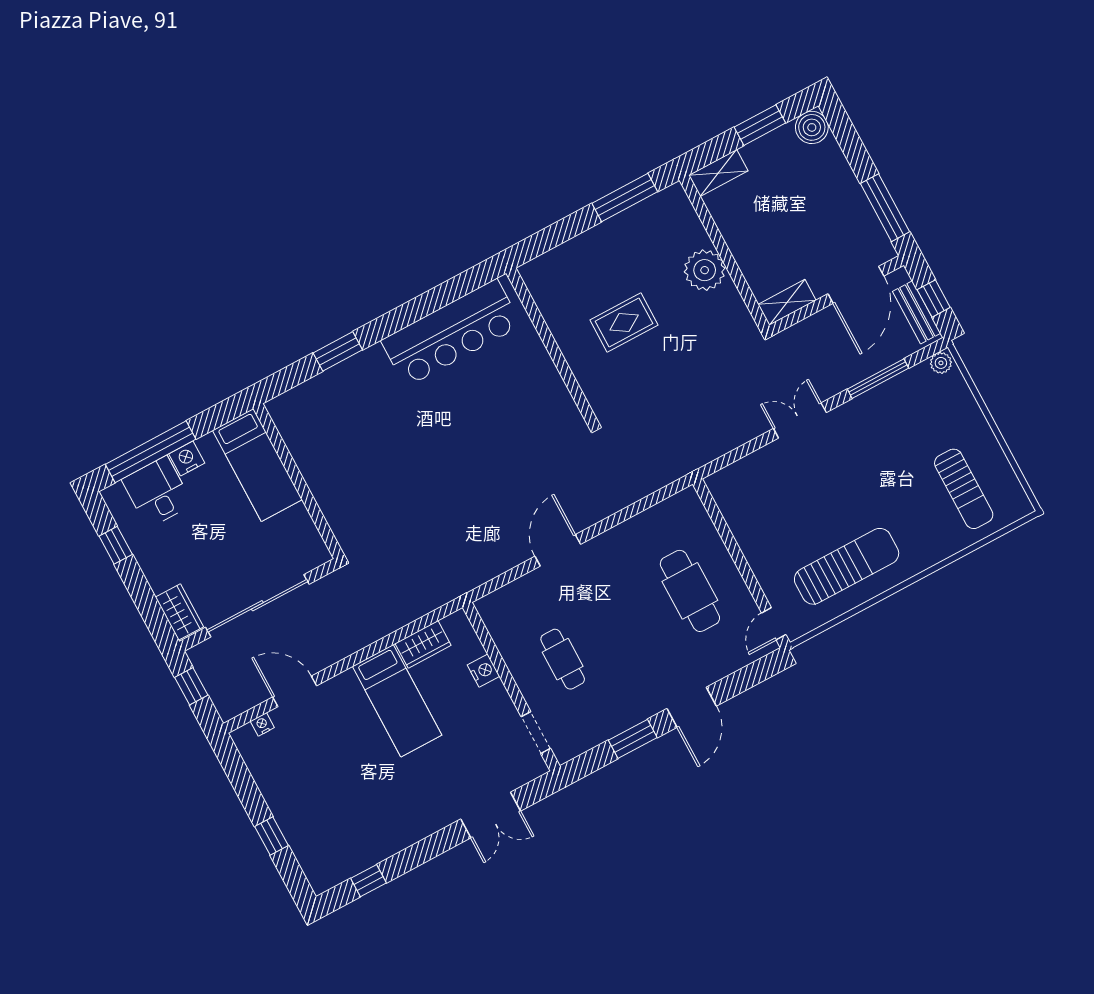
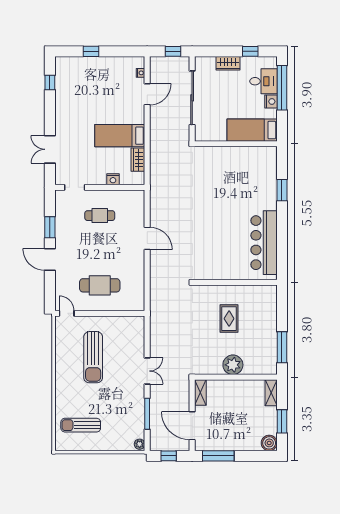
bench: (917, 312) -> (167, 445), removed
sun lounger: (847, 566) -> (93, 357), moved
wardrobe: (179, 612) -> (228, 63), moved

